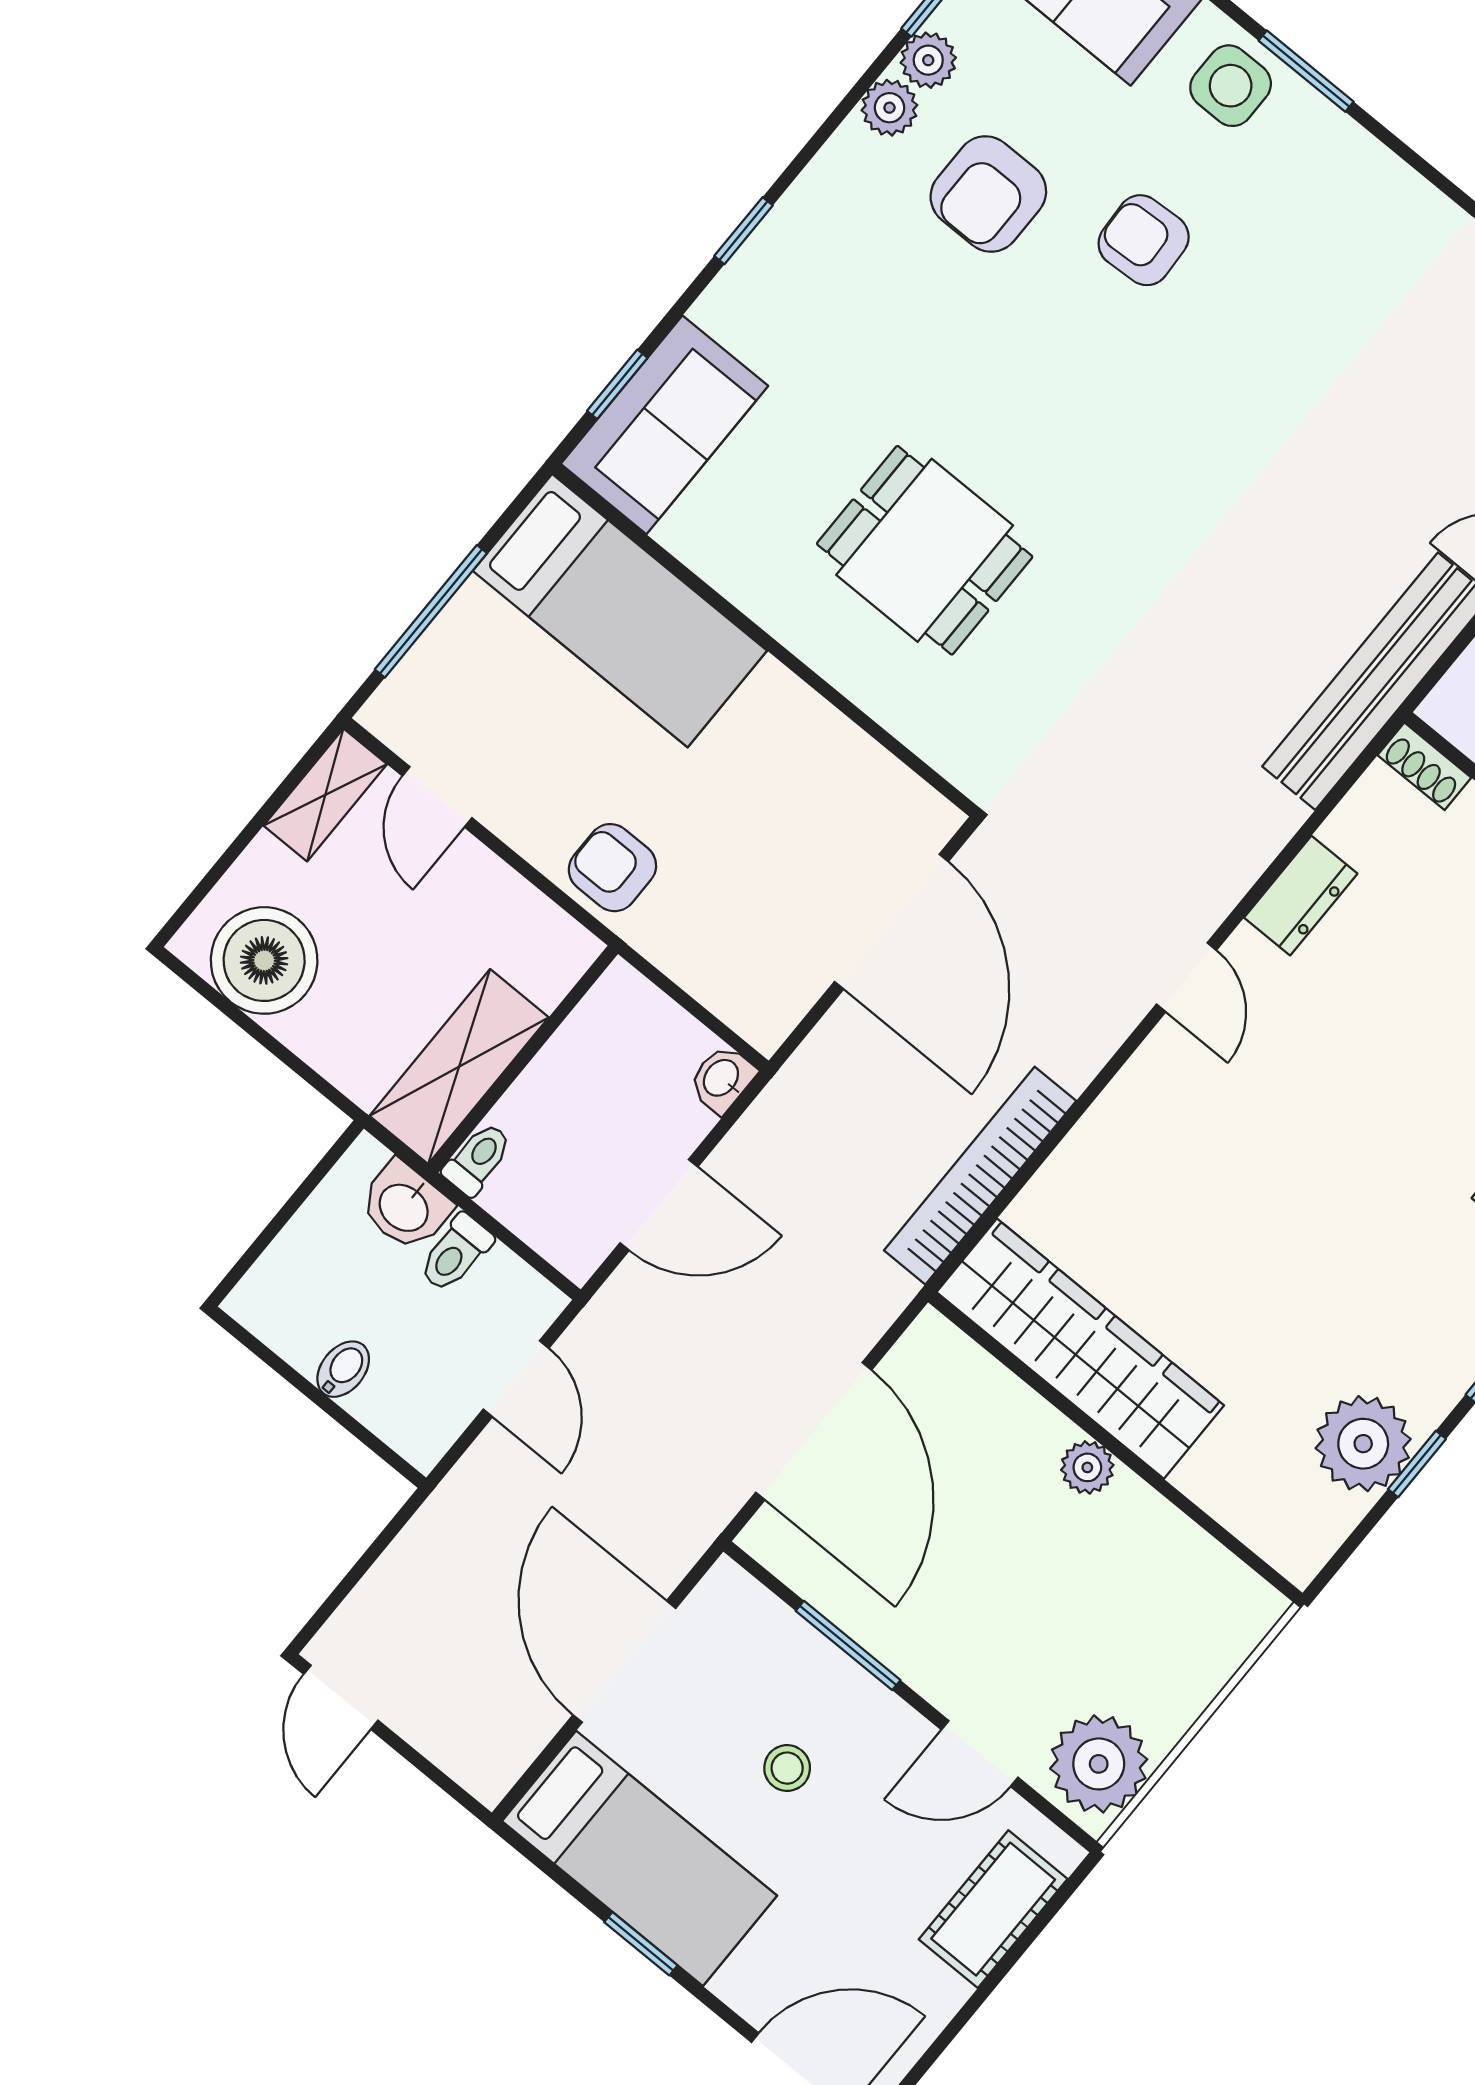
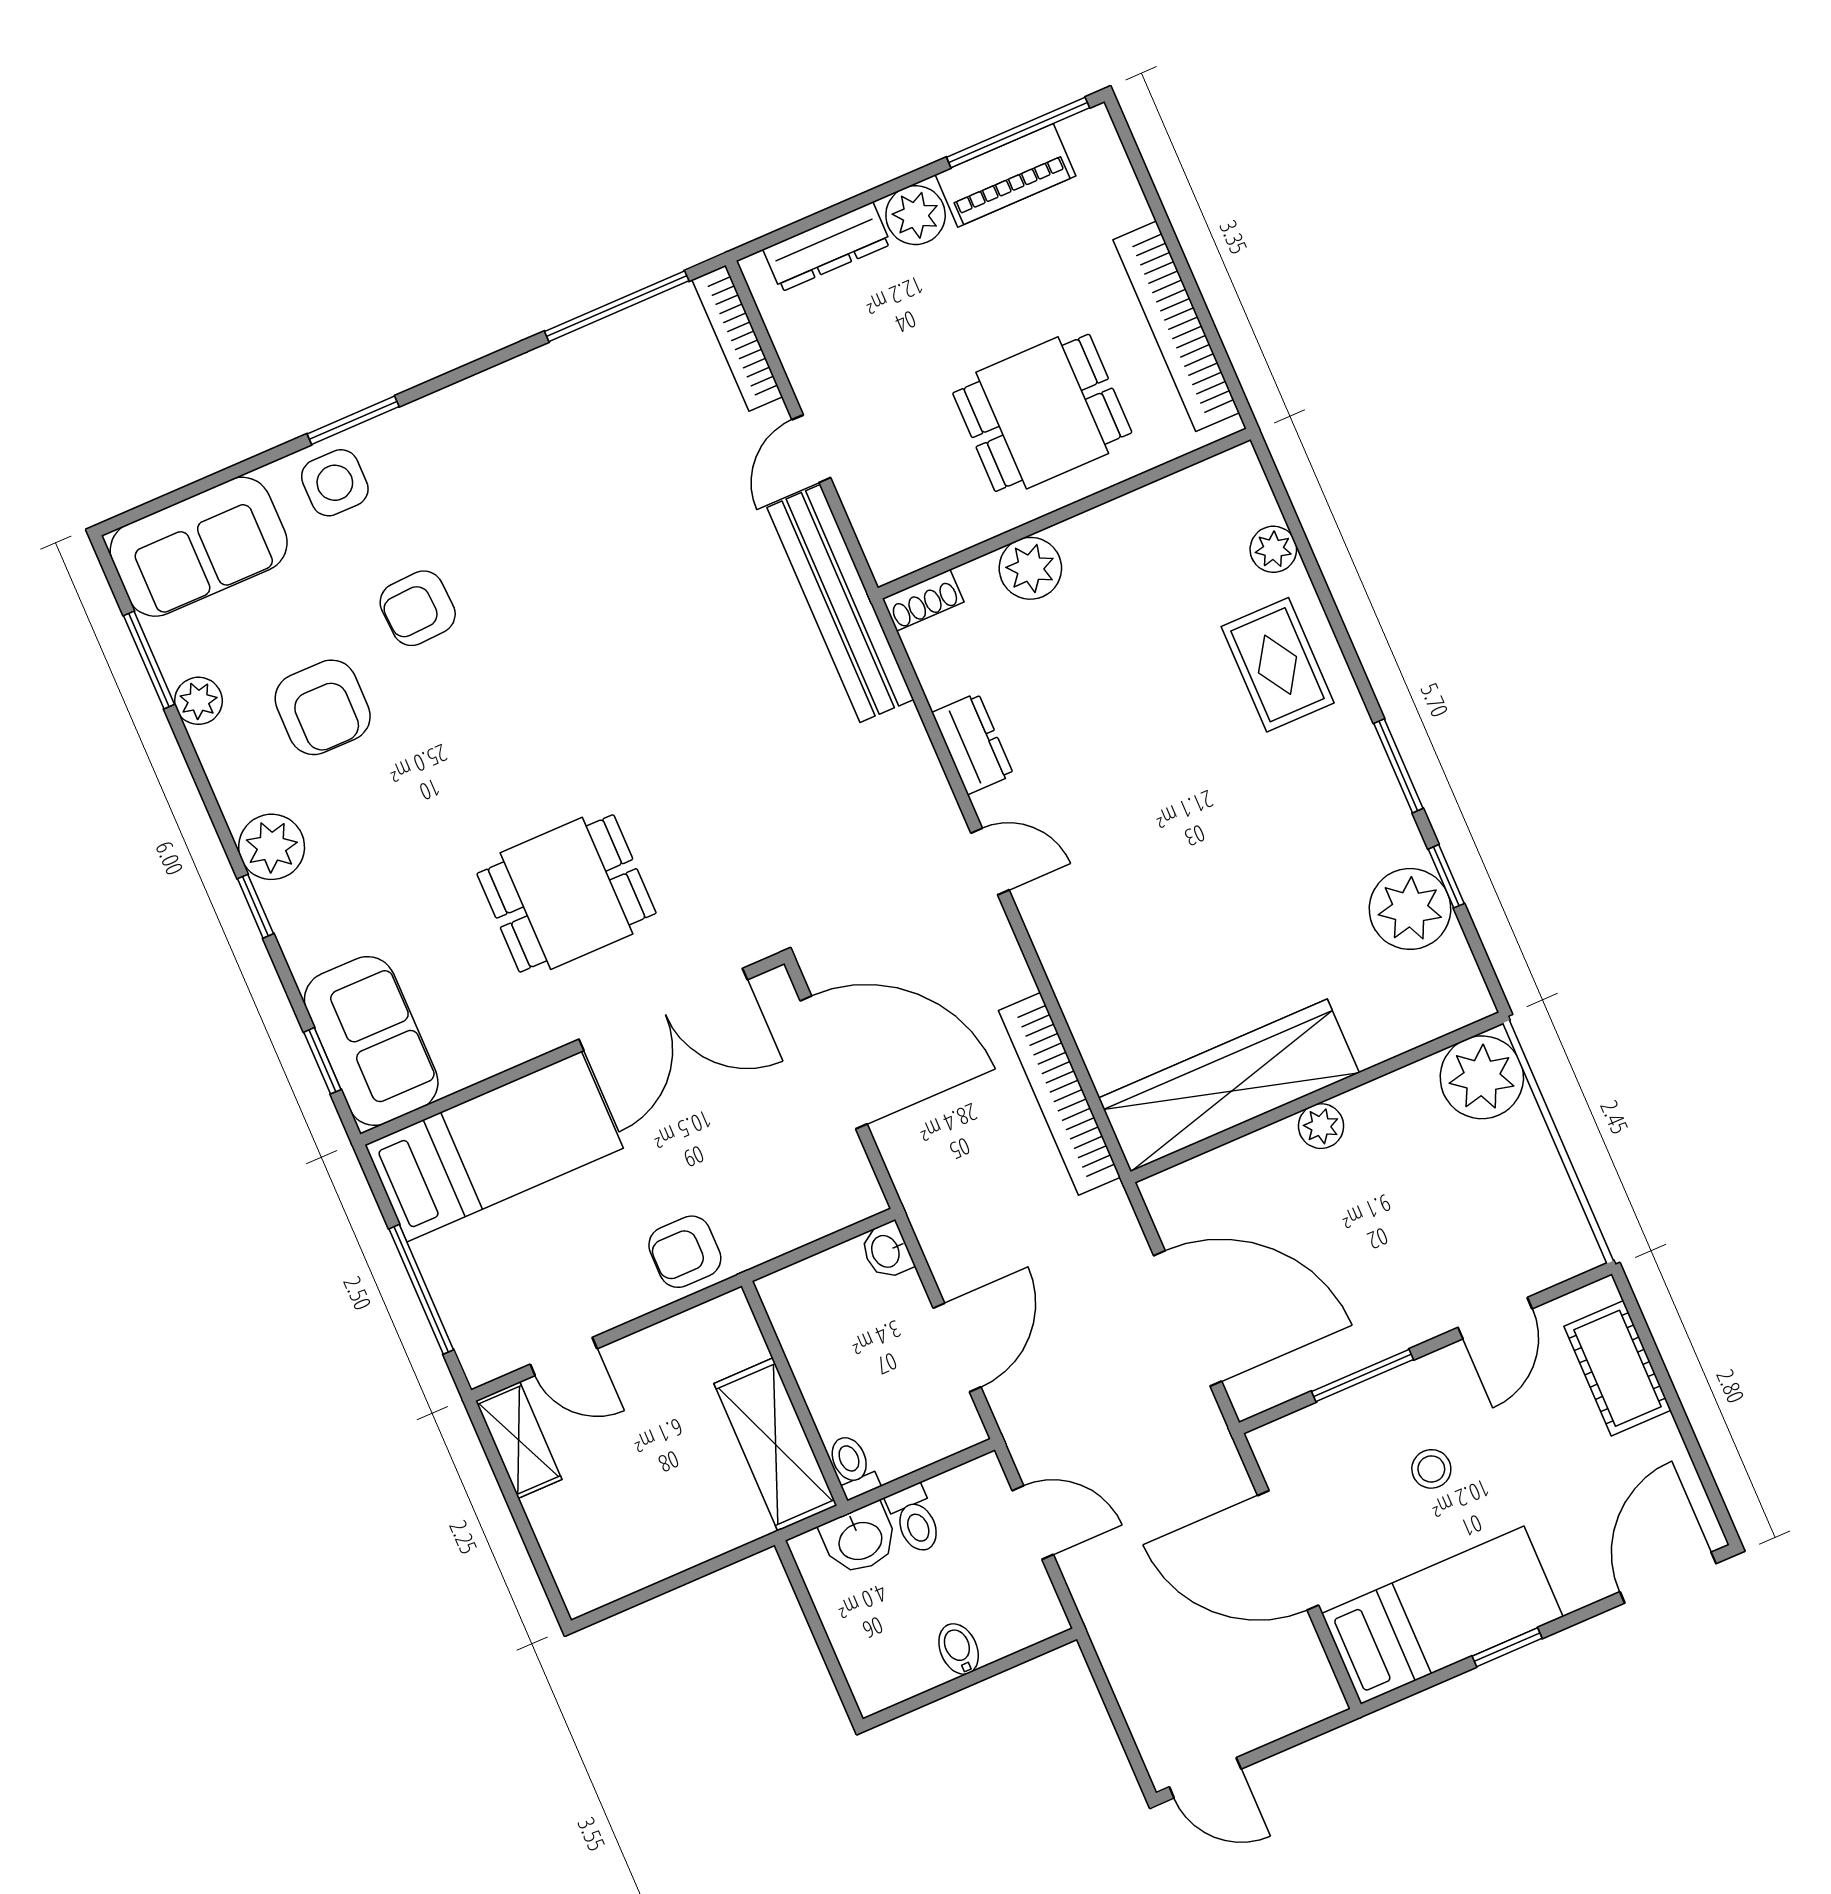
plant: (889, 108) -> (272, 847), moved, width x1.38, depth x1.38
double door: (855, 714) -> (663, 1009), added
boiler: (264, 960) -> (620, 1550), removed
plant: (1099, 1764) -> (1482, 1077), moved

